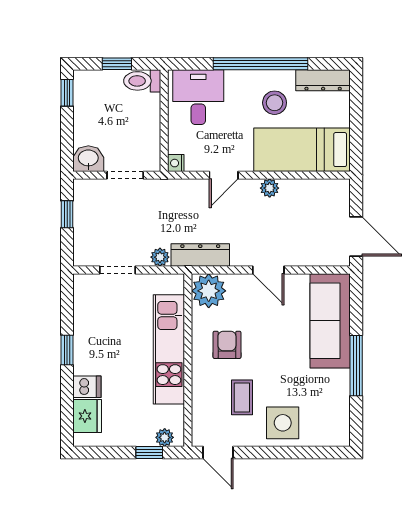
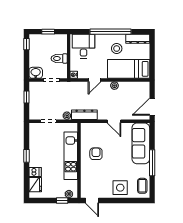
toilet: (142, 81) -> (59, 59), moved
door: (356, 237) -> (152, 107), swing flipped
plant: (209, 291) -> (88, 130), removed
coffee table: (242, 397) -> (142, 186), moved

